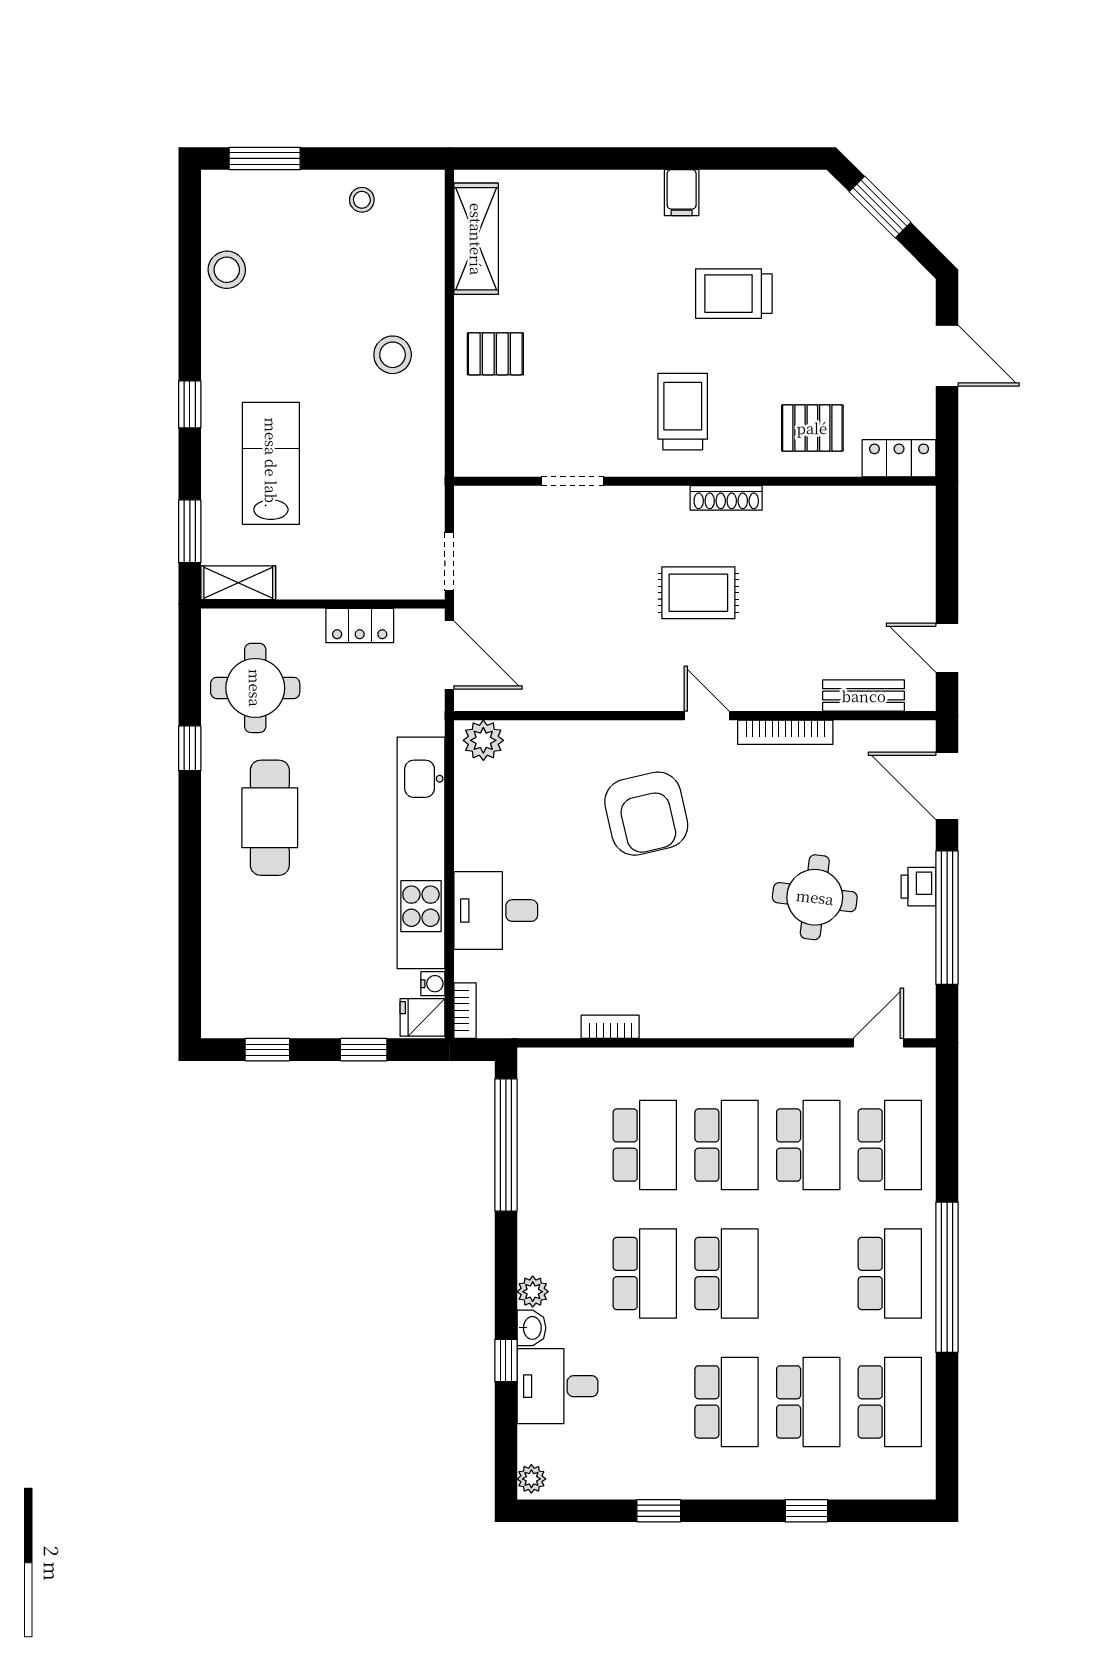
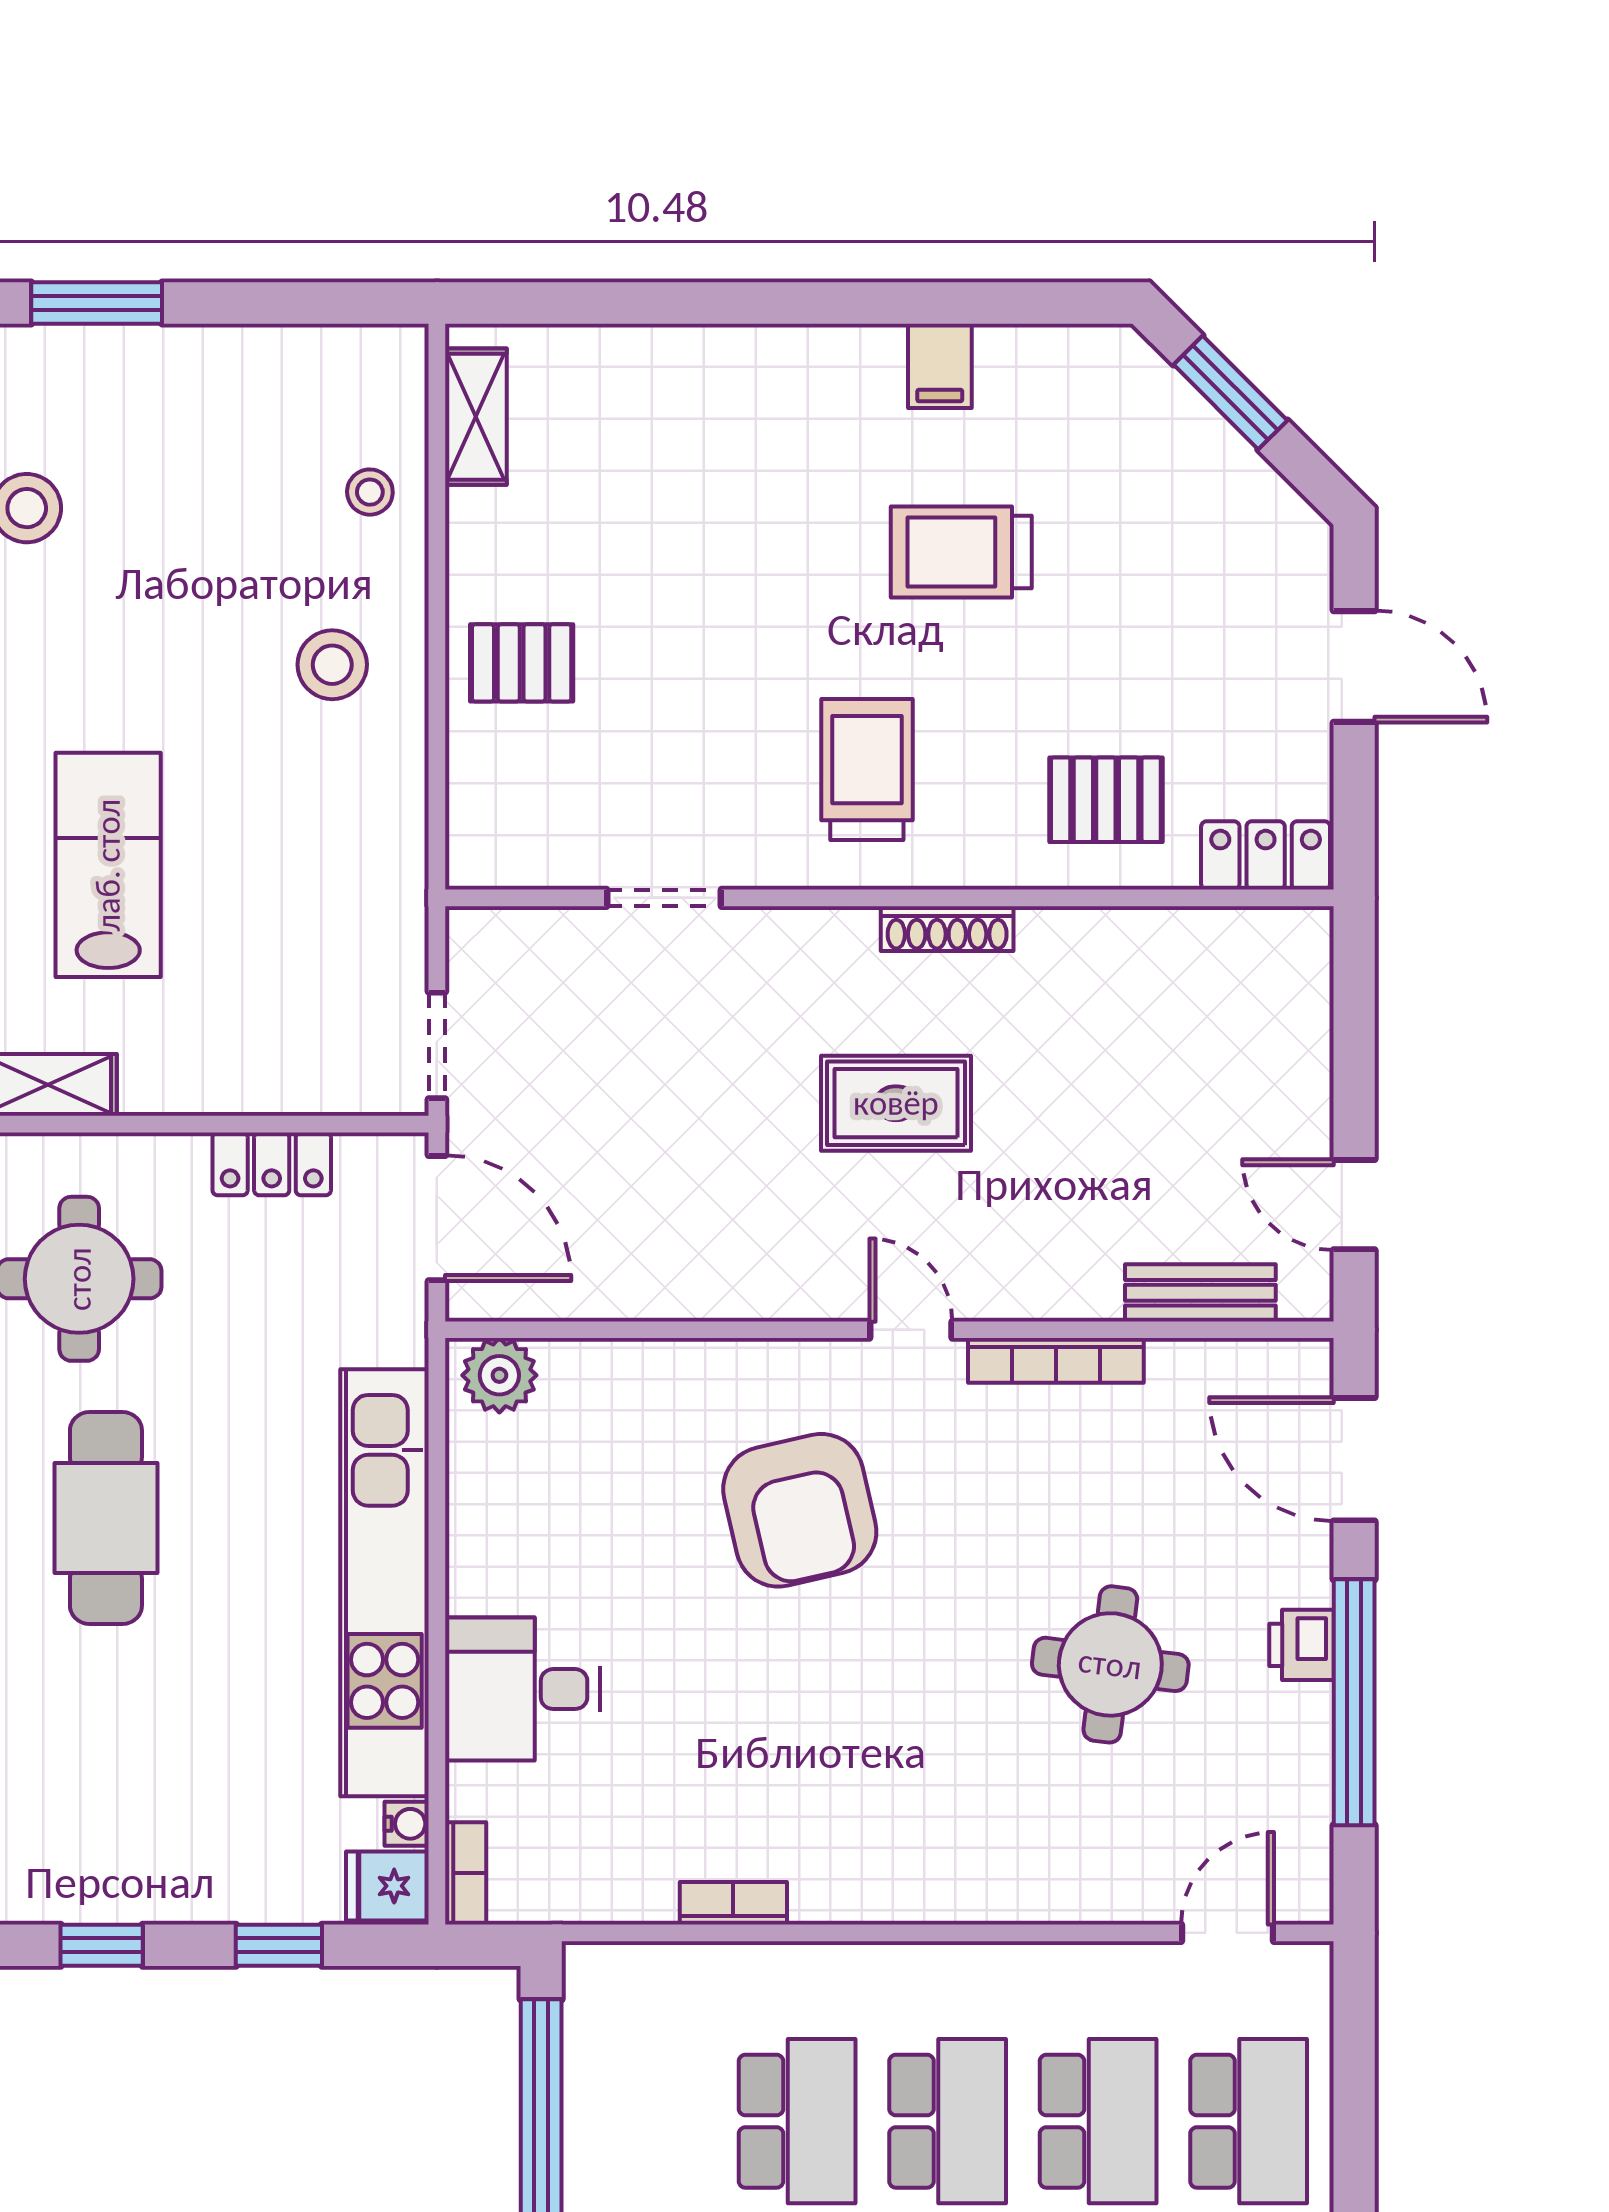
filing cabinet: (682, 193) -> (940, 366), moved
stool: (362, 200) -> (370, 492), moved
shelving: (476, 239) -> (476, 417), width x0.67, depth x0.75

